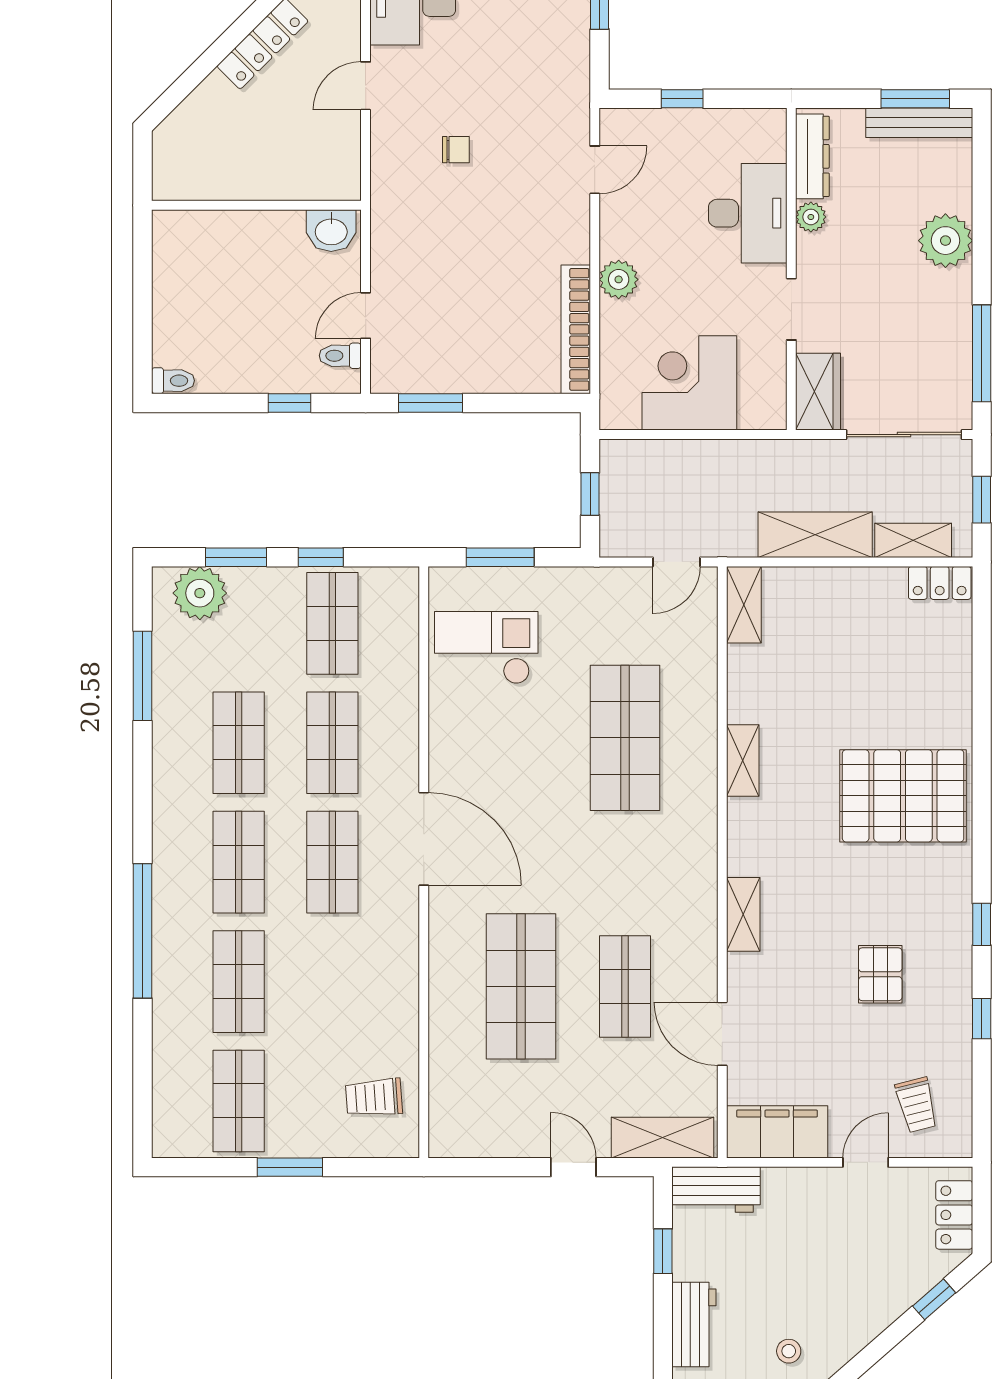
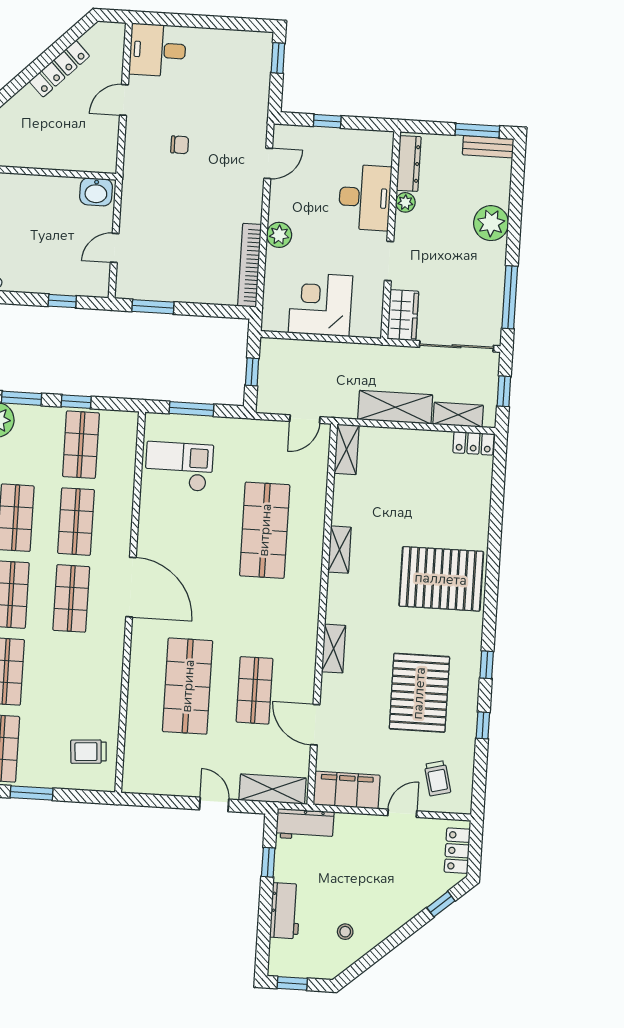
bench: (919, 123) -> (488, 147), width x0.73
toilet: (340, 356) -> (97, 273), removed
pallet: (880, 974) -> (419, 693), width x2.05, depth x2.00

